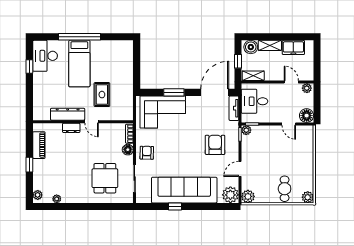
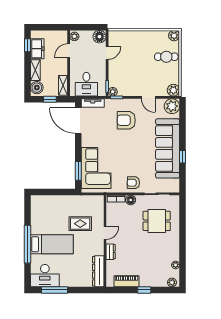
window: (297, 37) -> (28, 45), added
window: (29, 66) -> (55, 290), width x2.17
window: (174, 92) -> (78, 171), moved
dresser: (68, 114) -> (98, 271), moved

